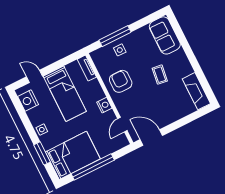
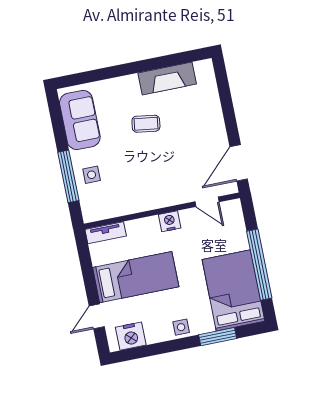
sofa: (165, 35) -> (80, 120), moved, turned -90
armchair: (121, 81) -> (140, 186), removed
fireplace: (196, 91) -> (167, 78), moved

